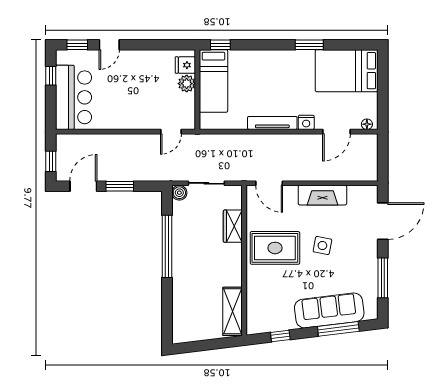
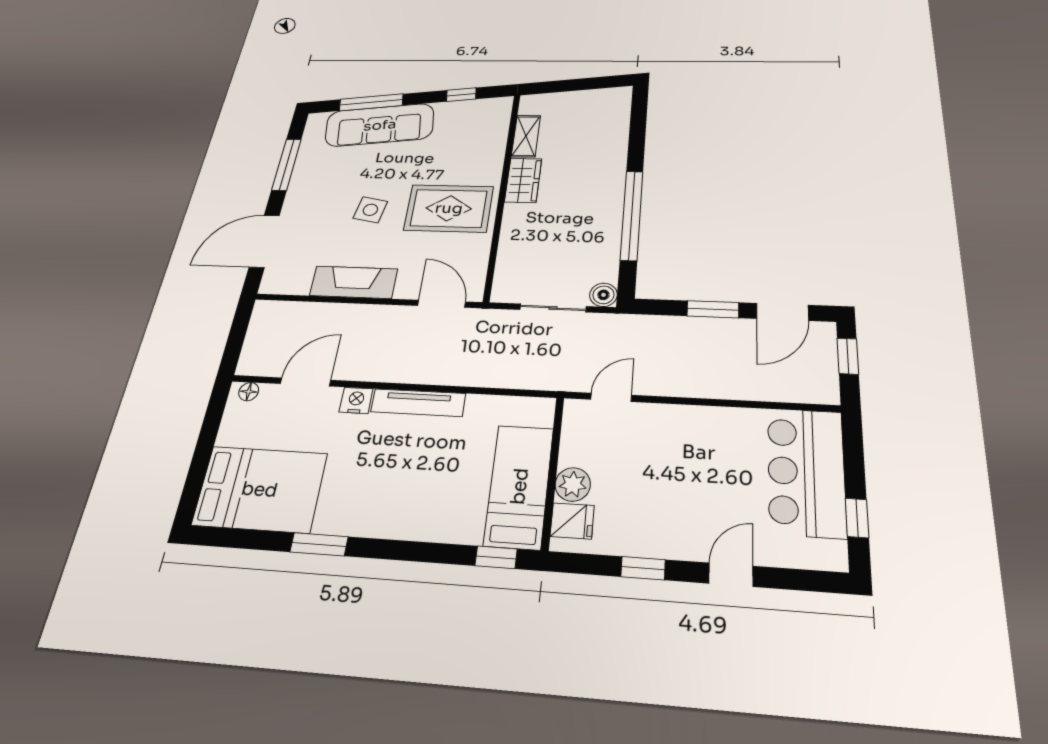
window: (77, 45) -> (643, 568), moved
wardrobe: (233, 226) -> (523, 180), moved
shelving: (233, 311) -> (526, 136), width x0.67, depth x0.75

